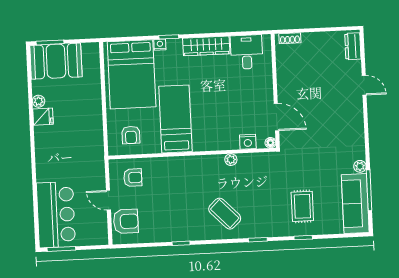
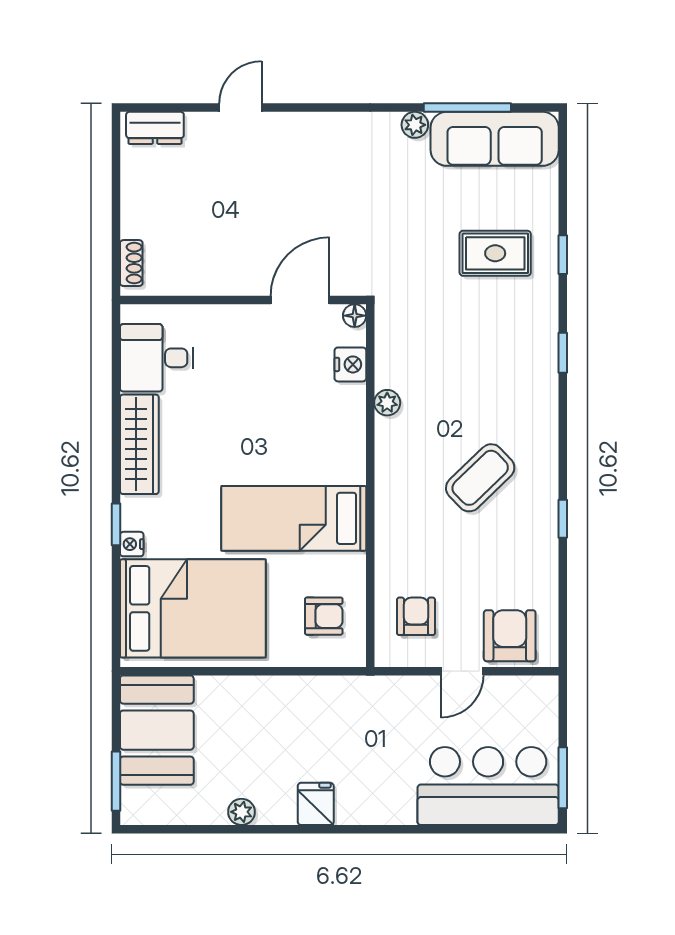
booth: (56, 61) -> (157, 730), moved
fridge: (43, 117) -> (316, 804), moved
coffee table: (225, 214) -> (480, 478), moved

